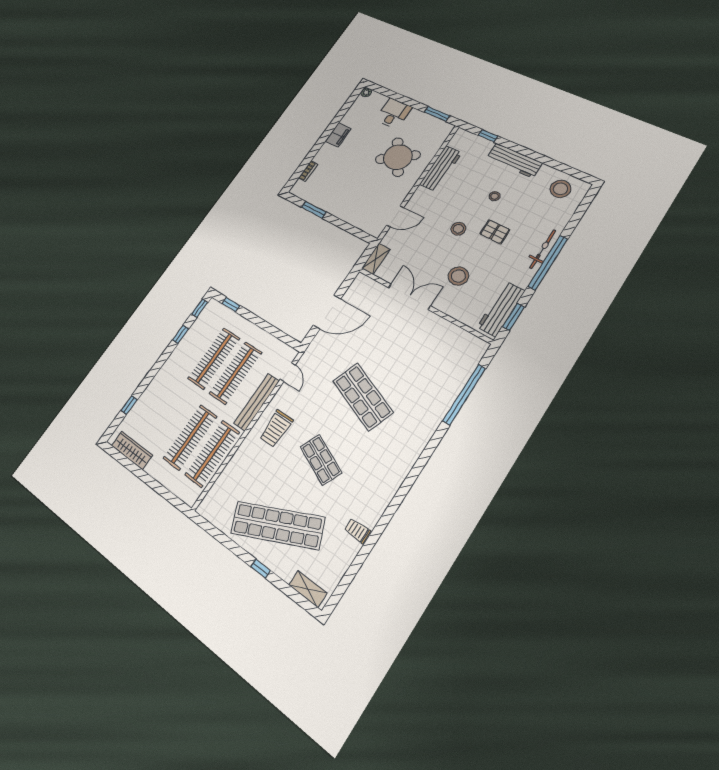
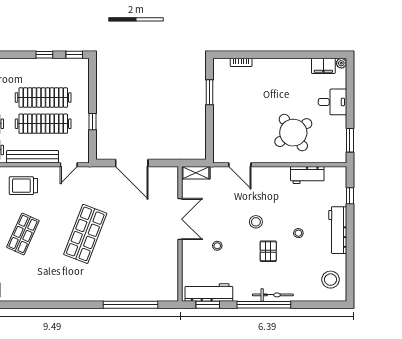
filing cabinet: (338, 135) -> (323, 66), moved
workbench: (441, 168) -> (307, 175), width x0.73
stool: (458, 276) -> (217, 246), width x0.53, depth x0.53
window: (231, 304) -> (92, 122), moved

